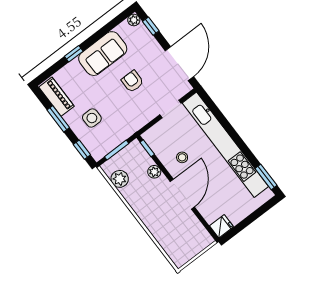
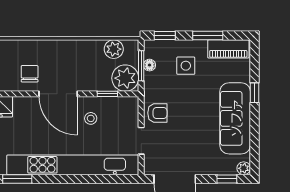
sofa: (103, 54) -> (235, 118), width x1.36
armchair: (132, 81) -> (157, 113), moved
floor lamp: (111, 144) -> (150, 65), added
window: (147, 148) -> (107, 94), moved
plant: (154, 172) -> (125, 78), moved, width x1.88, depth x1.88
chair: (184, 226) -> (30, 74), added

